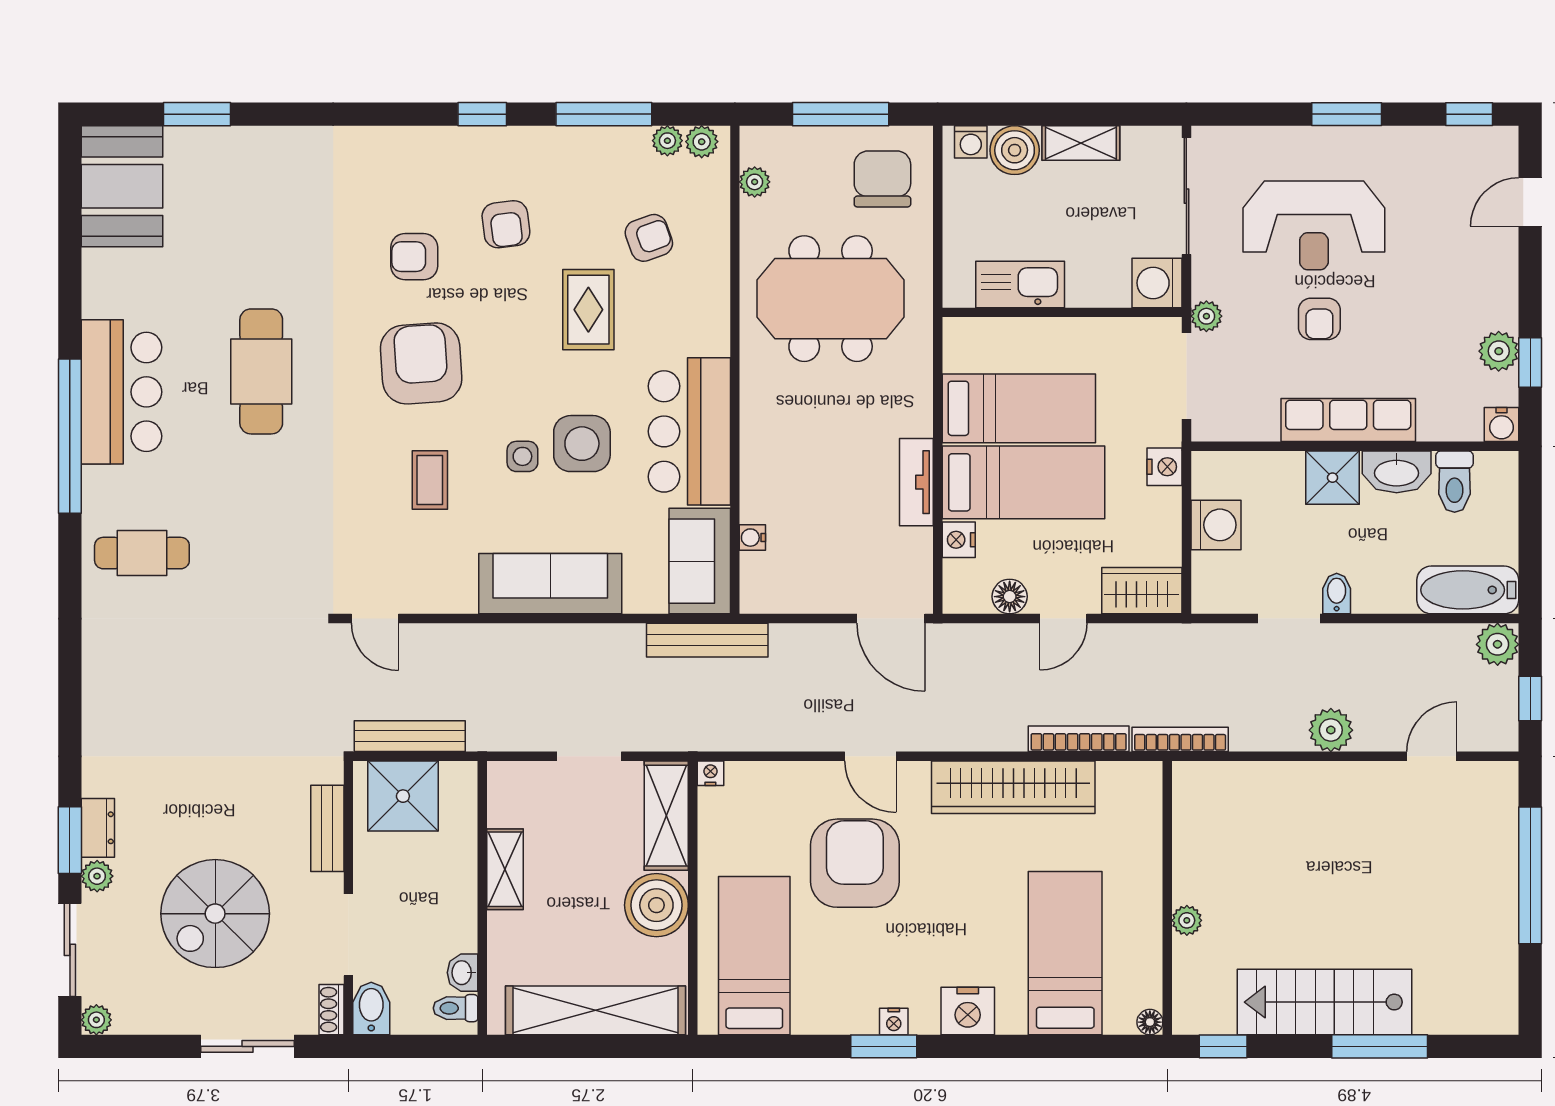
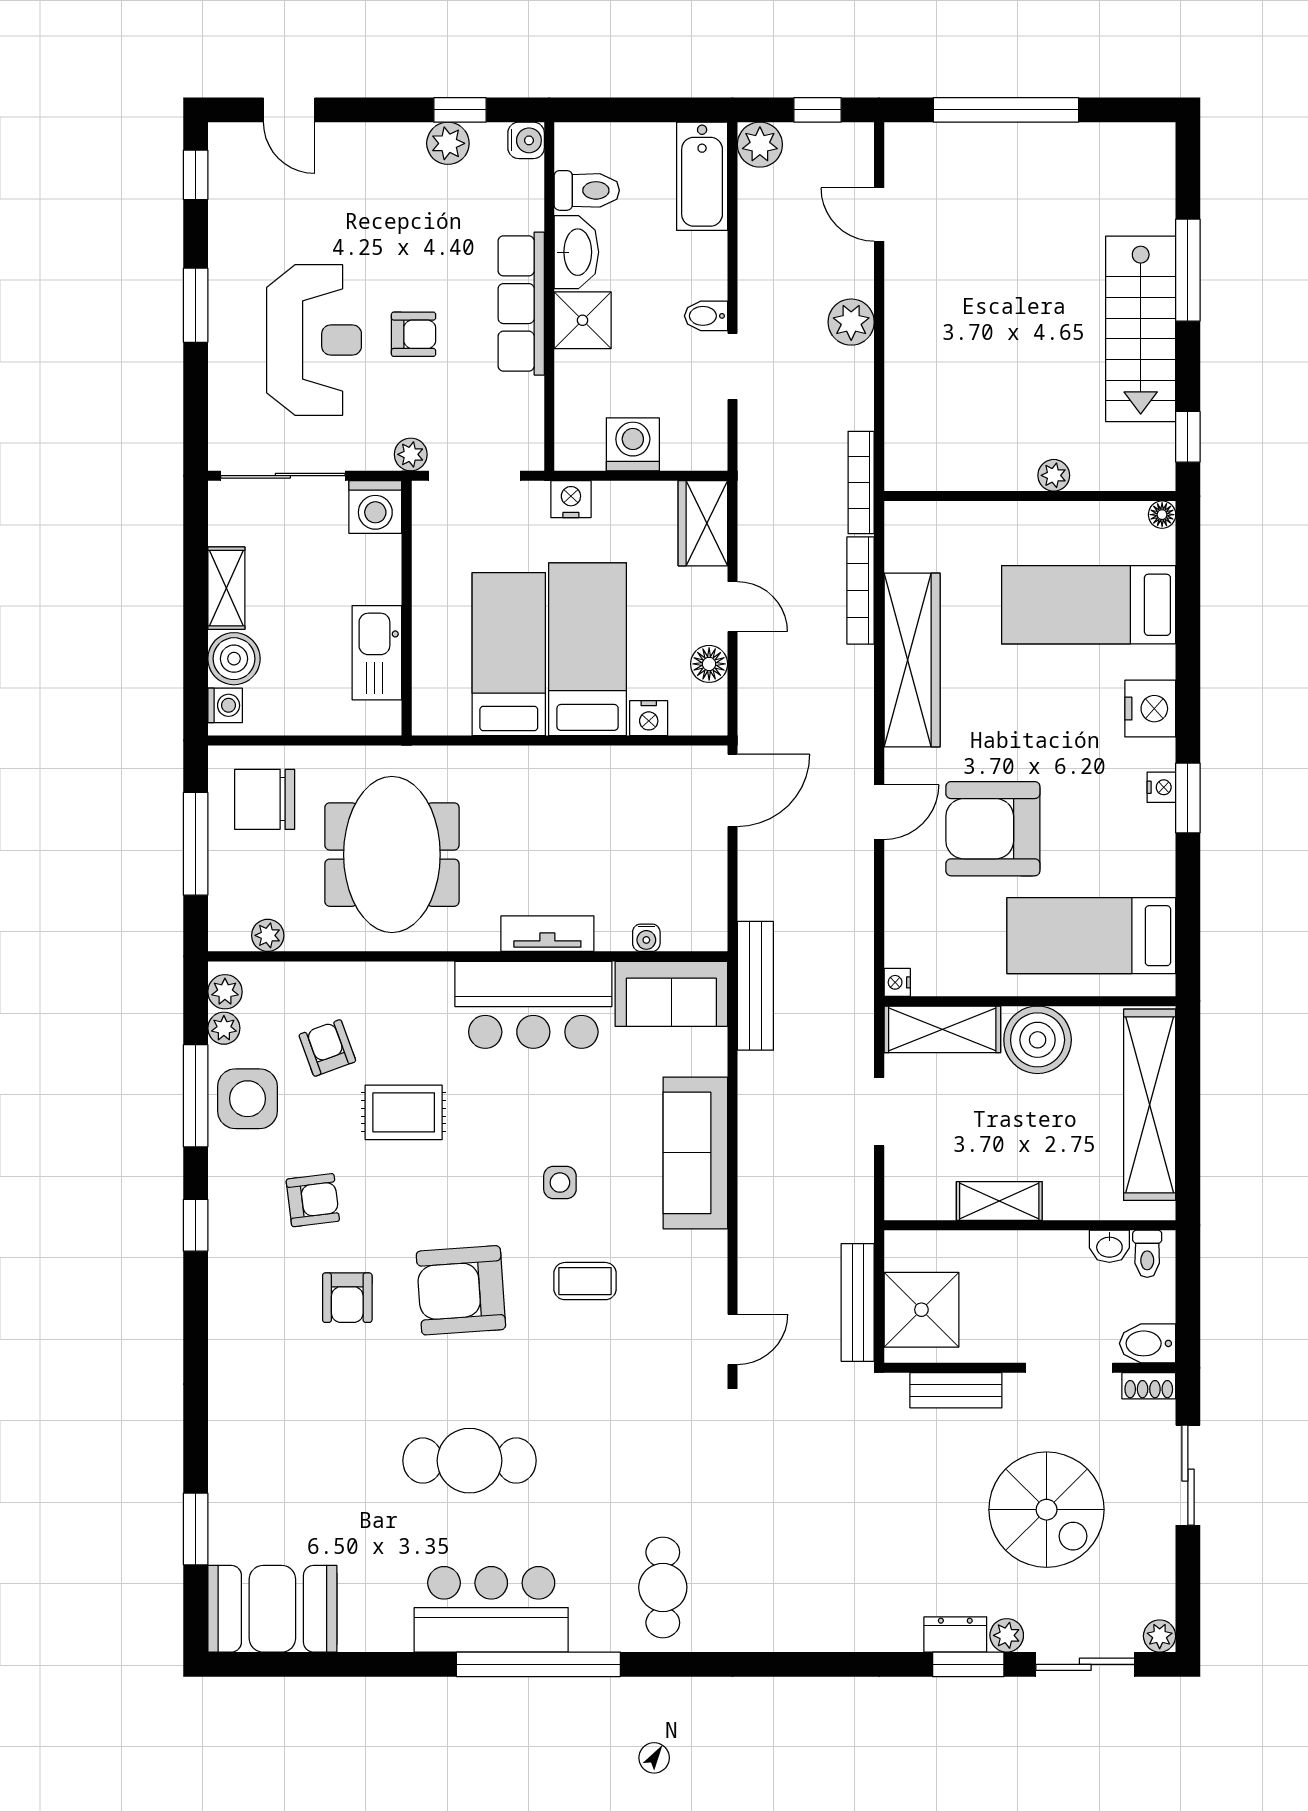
side table: (582, 444) -> (247, 1099), moved
tv unit: (916, 482) -> (547, 934), moved, turned 180

